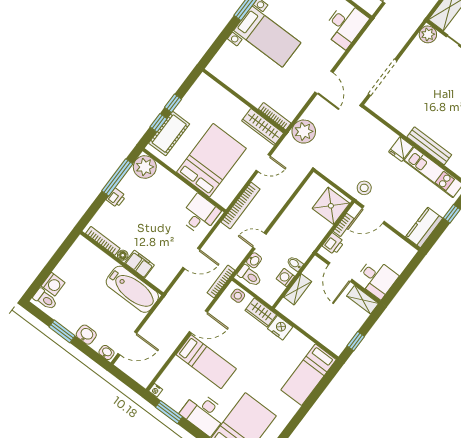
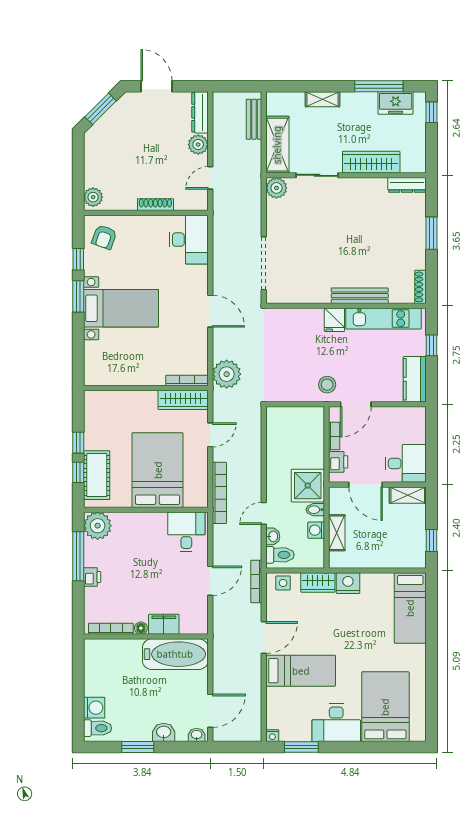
shower: (331, 206) -> (308, 486), moved

